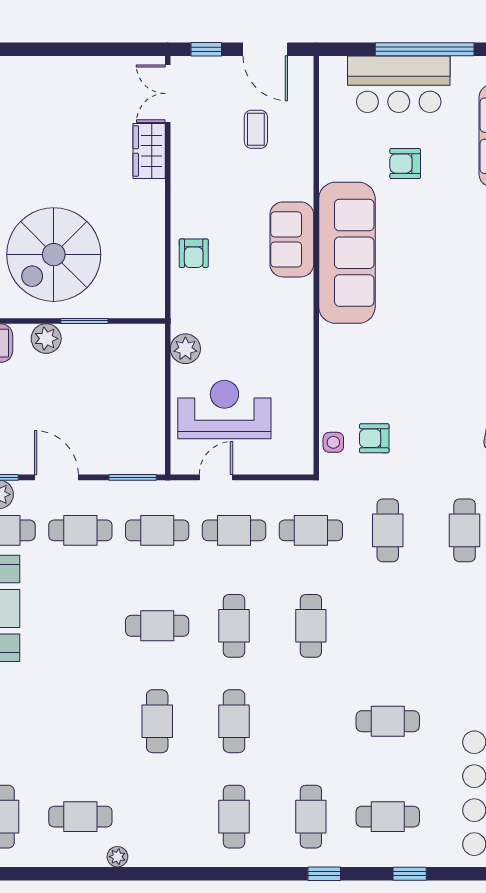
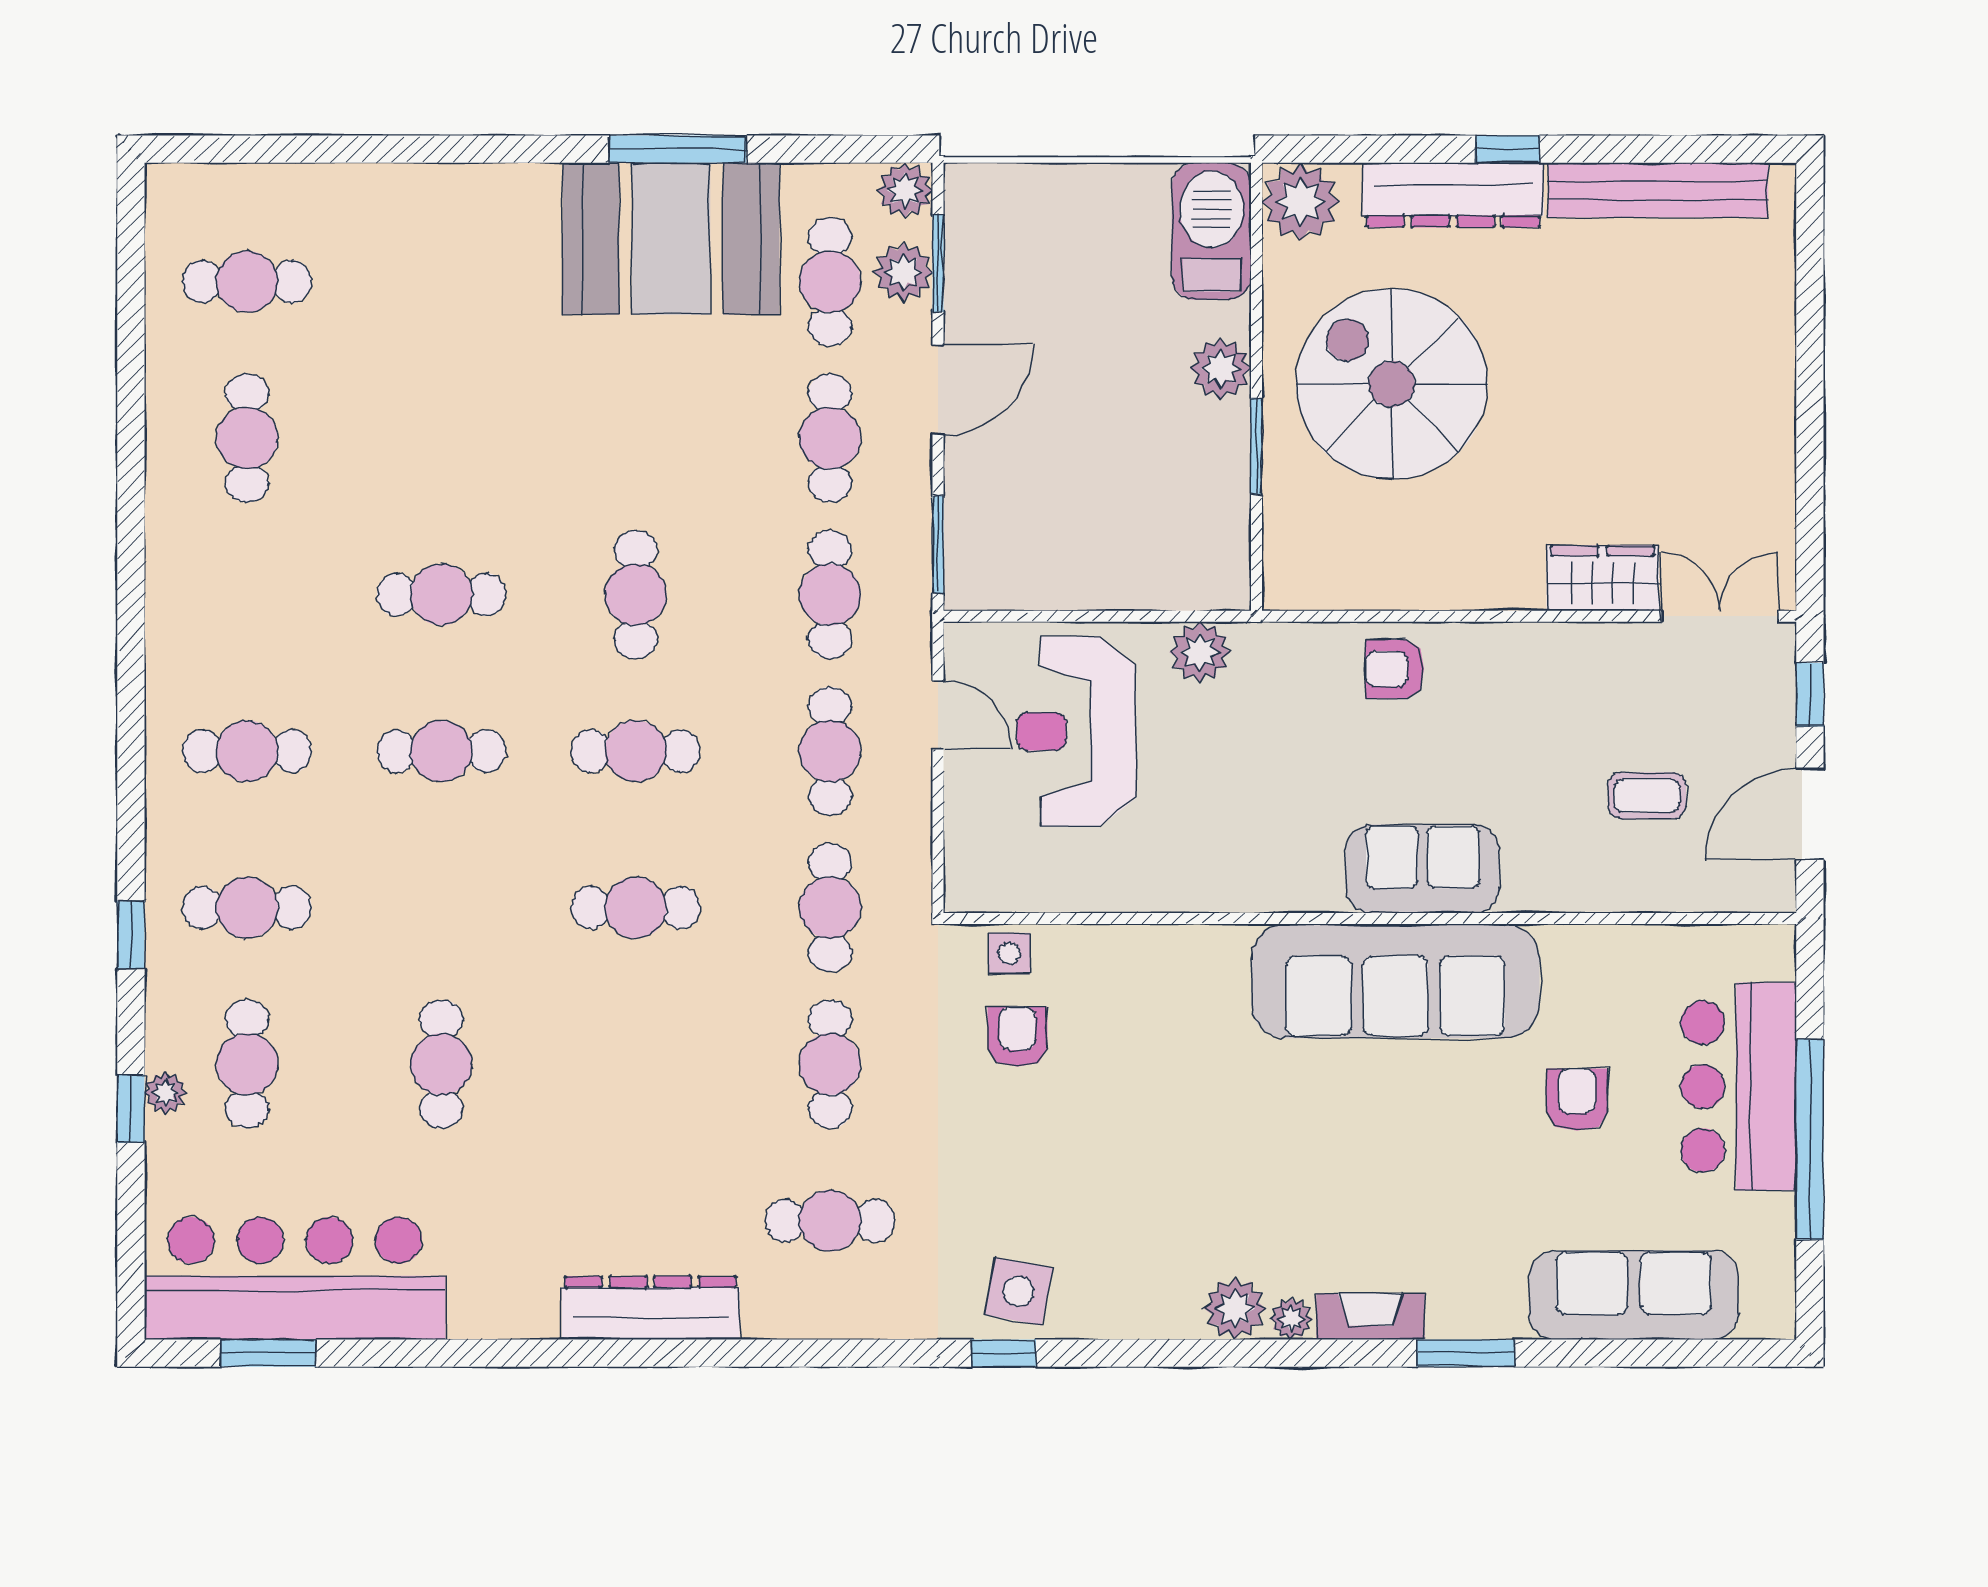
reception desk: (224, 410) -> (1076, 731), turned 180
cafe table: (388, 530) -> (830, 1064), turned 90
plant: (117, 857) -> (165, 1093), moved

